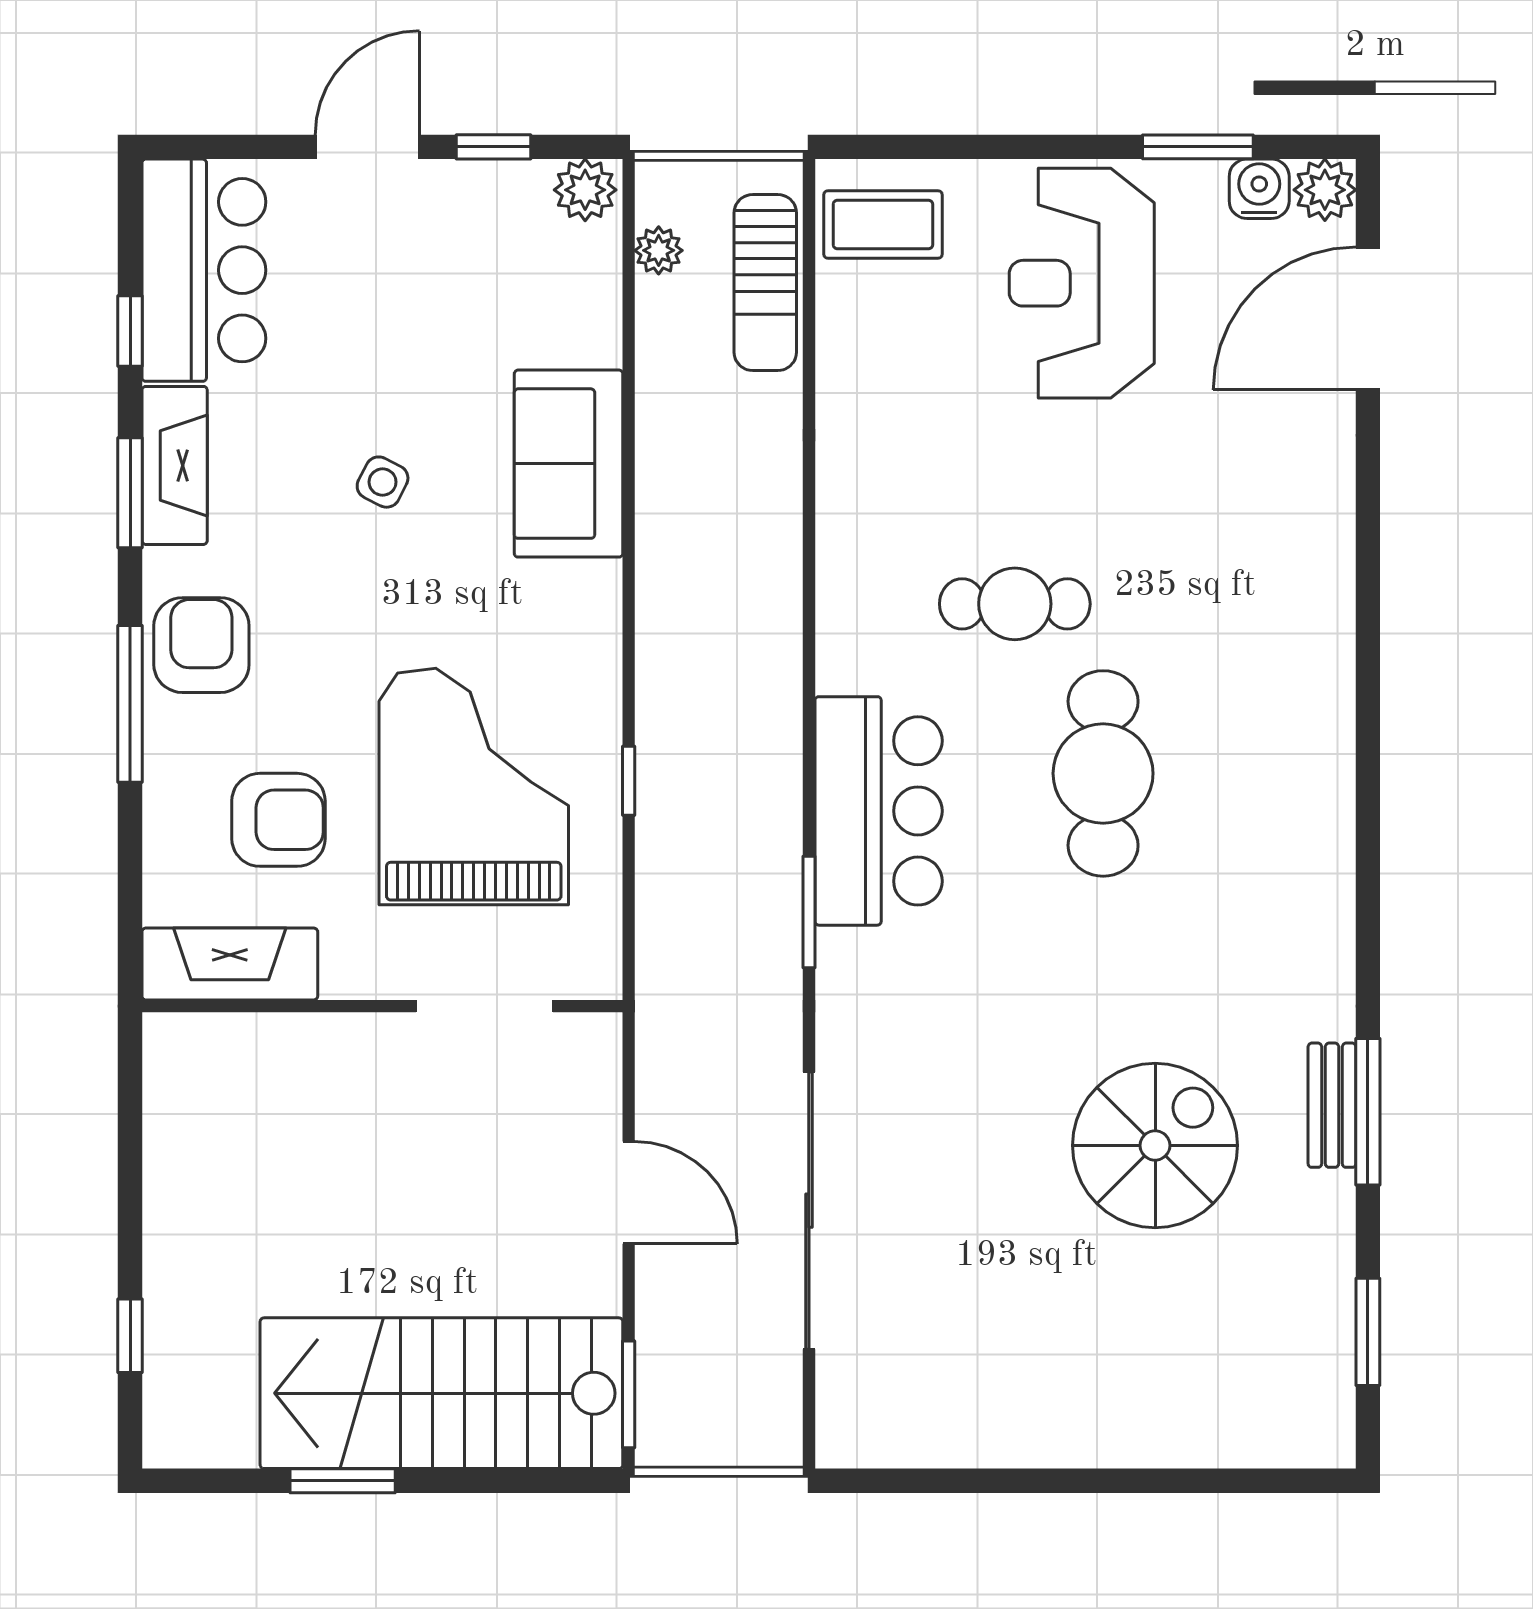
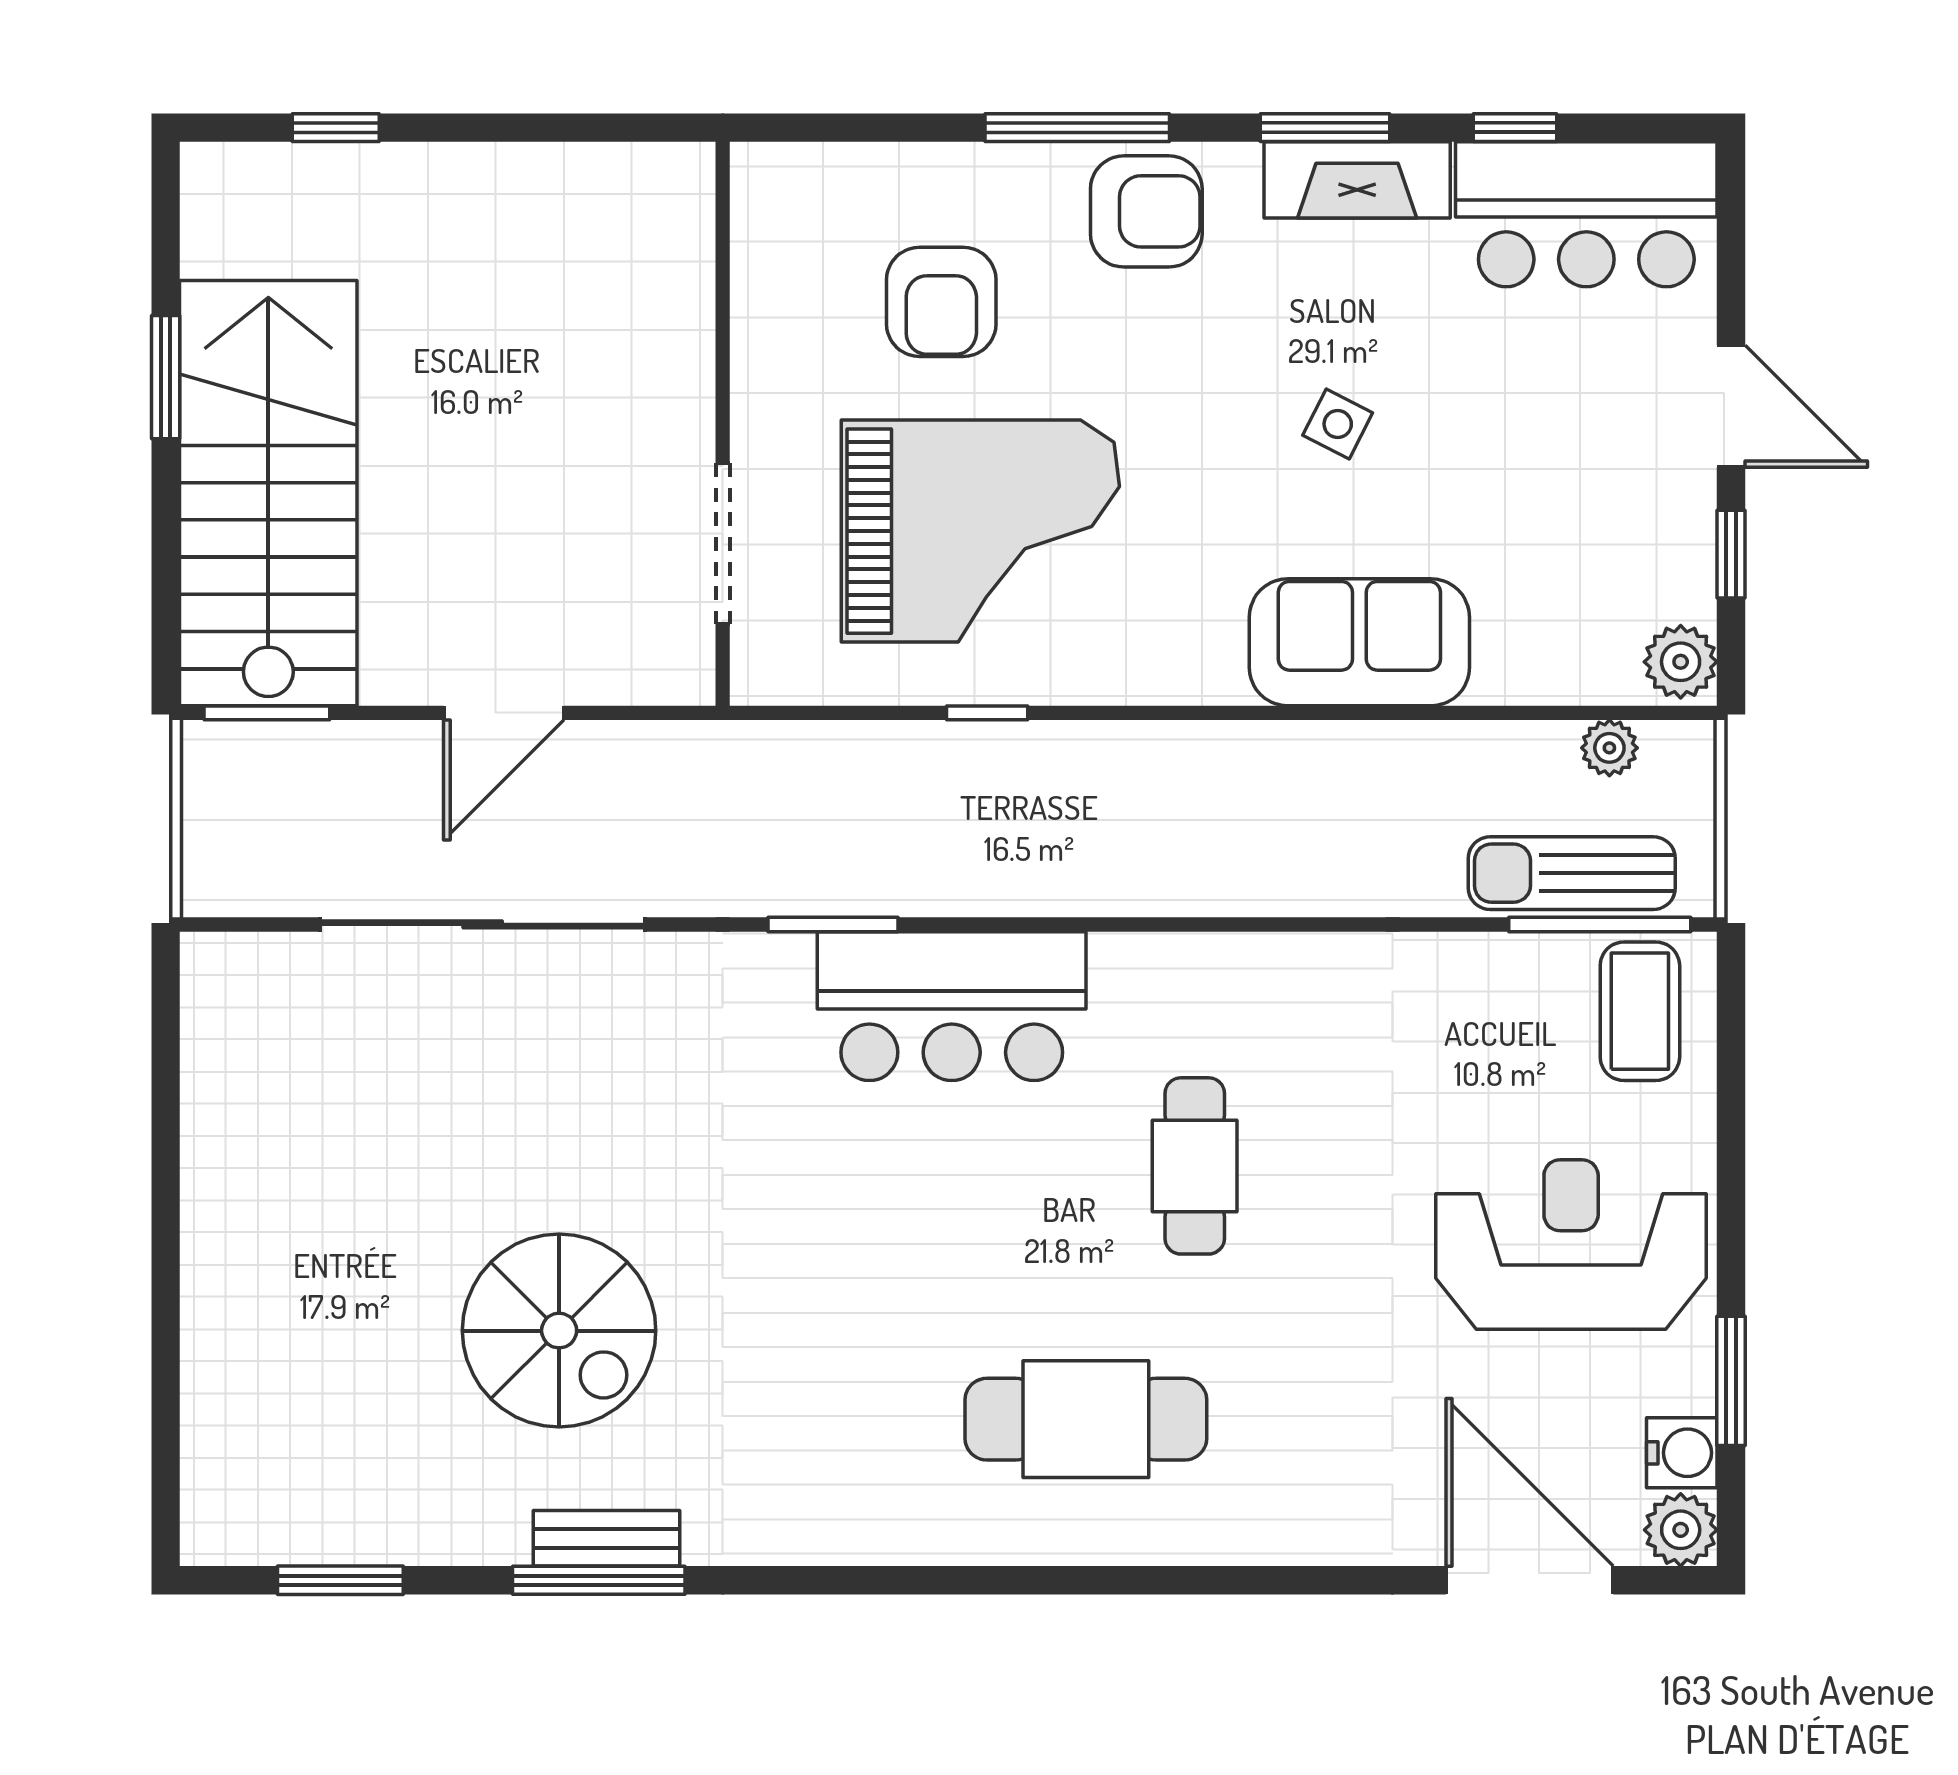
window: (809, 259) -> (1600, 924), added
cafe table: (1103, 773) -> (1086, 1419), moved
fireplace: (230, 964) -> (772, 245), removed

